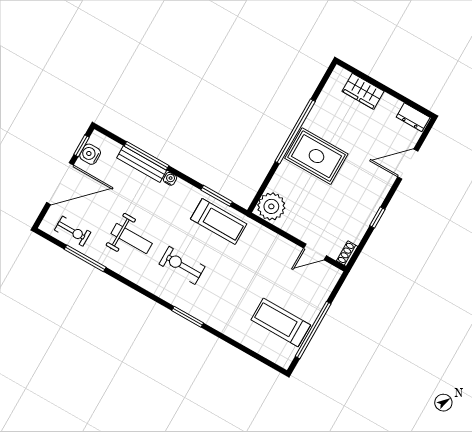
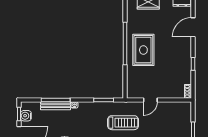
rug: (316, 156) -> (143, 50), turned 90
plant: (271, 206) -> (135, 89), removed
treadmill: (219, 221) -> (123, 123), moved
door: (315, 252) -> (150, 100), moved

